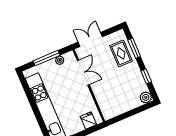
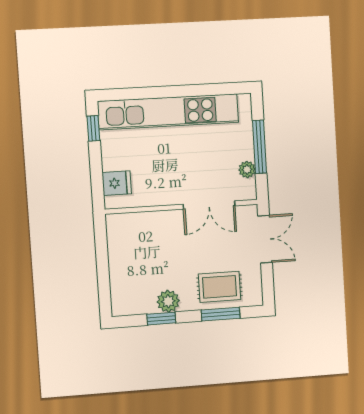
plant: (146, 97) -> (168, 301), moved

